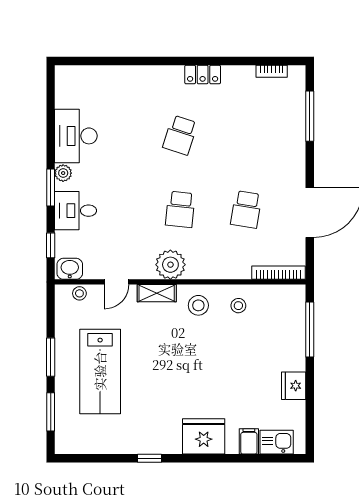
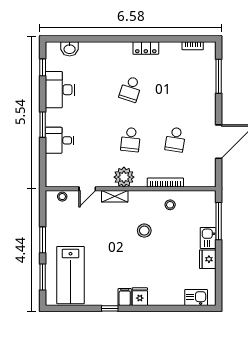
plant: (63, 173) -> (51, 115), removed
window: (51, 245) -> (43, 67), moved
washbasin: (70, 269) -> (70, 49), moved, turned 180
bookcase: (279, 273) -> (165, 182), moved
stool: (198, 305) -> (144, 231), moved
kitchen sink: (294, 354) -> (208, 238), added
lab bench: (100, 371) -> (71, 275), moved
fridge: (204, 436) -> (140, 297), width x0.53, depth x0.75
filing cabinet: (249, 441) -> (125, 297), moved

